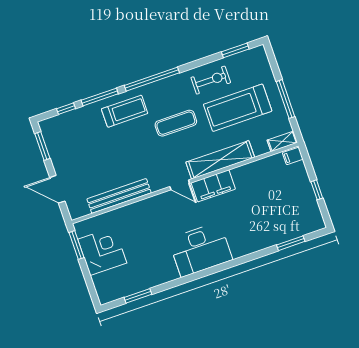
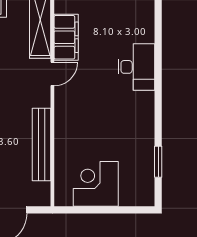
window: (76, 245) -> (79, 210), removed
desk: (200, 249) -> (136, 67), width x0.73, depth x0.77

